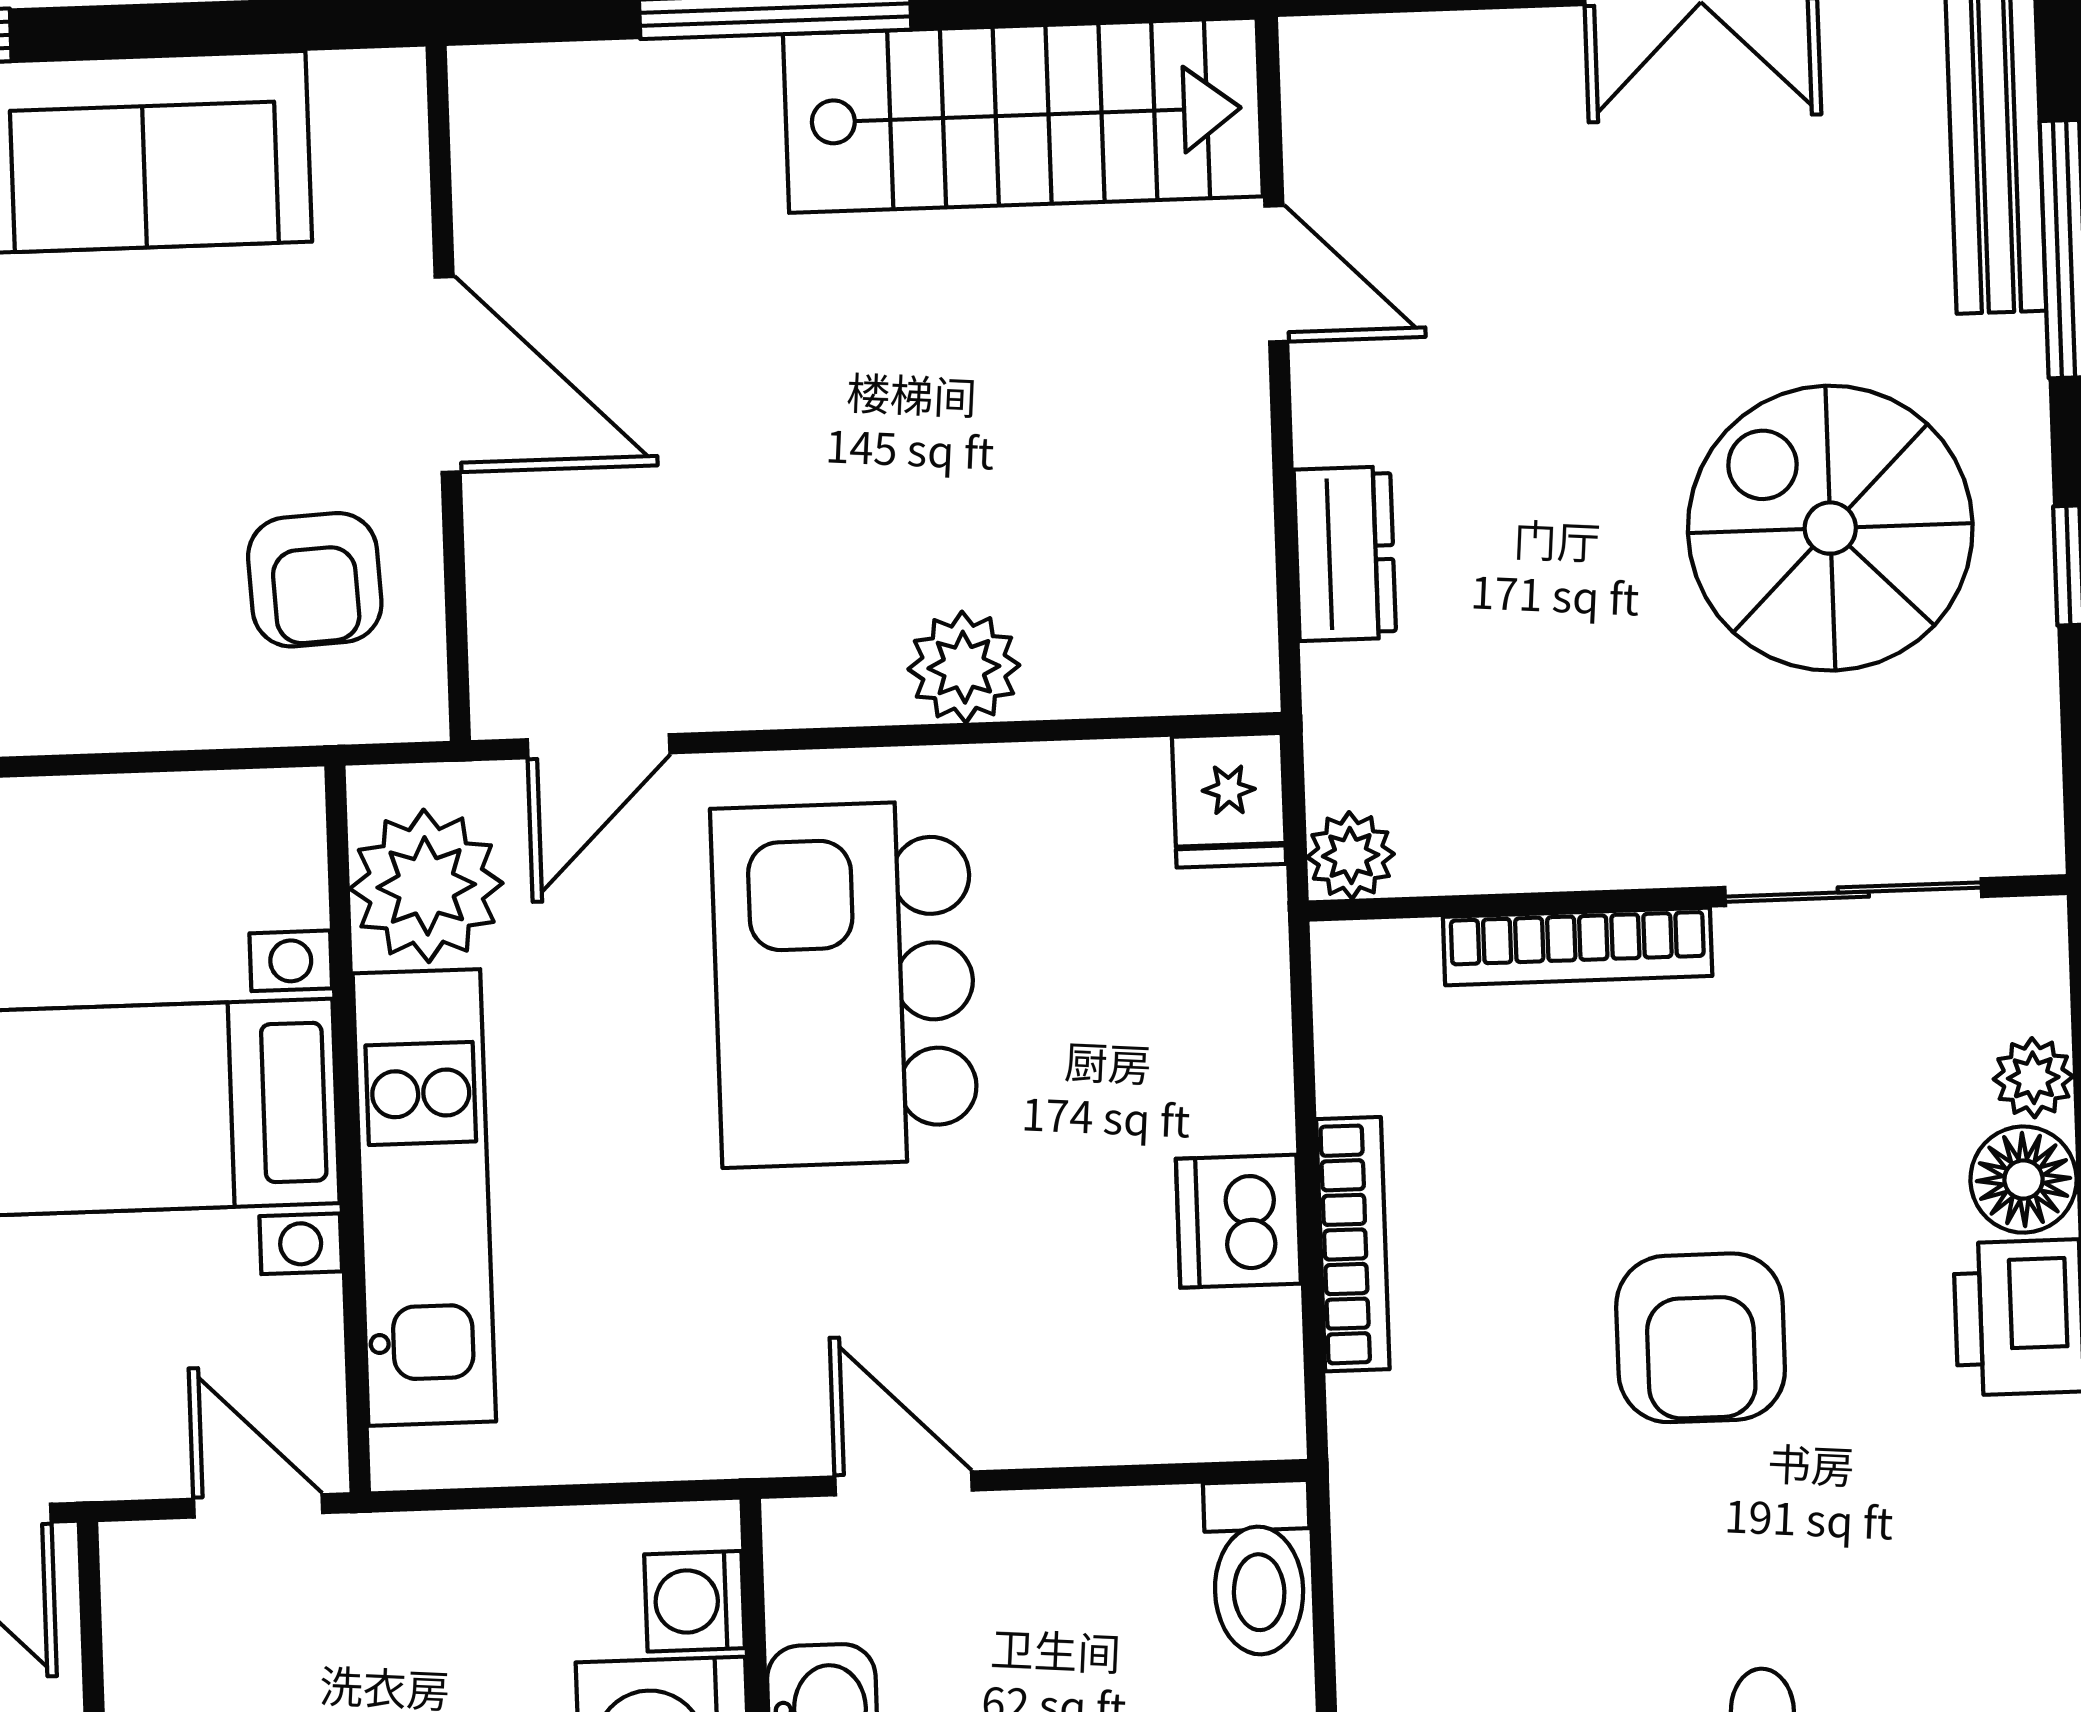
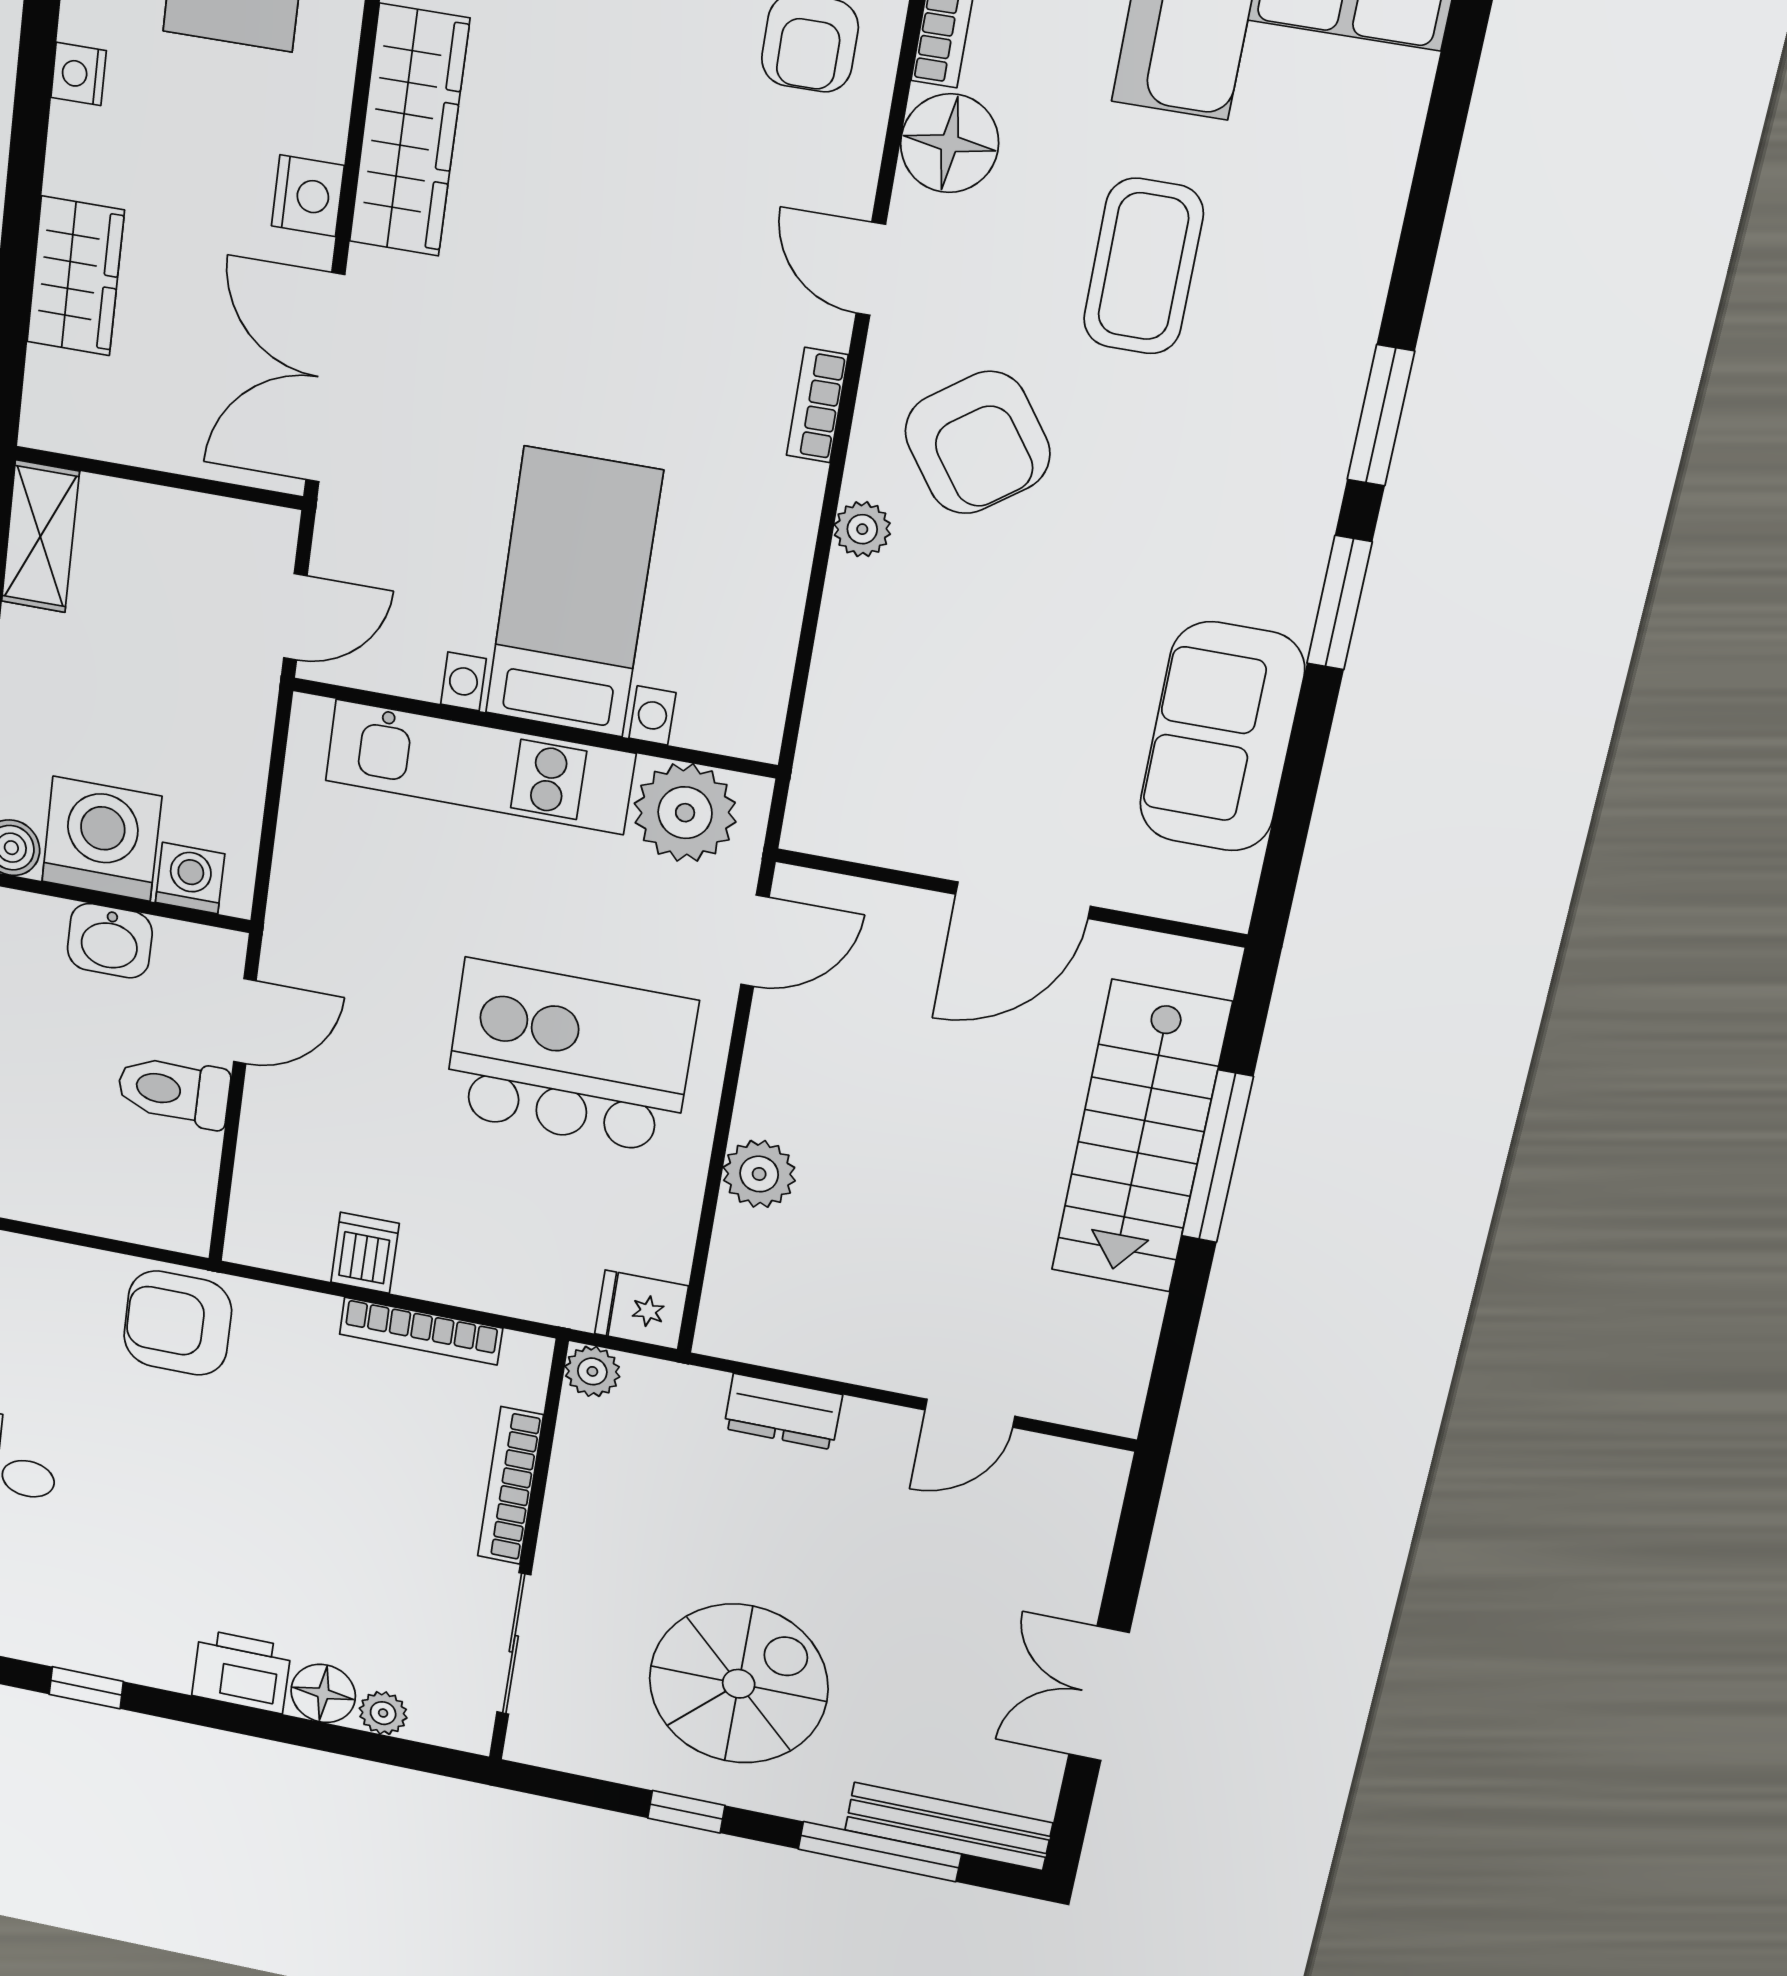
stairs: (1023, 115) -> (1141, 1137), moved
armchair: (315, 580) -> (904, 786), removed
door: (599, 746) -> (755, 941), swing flipped
dishwasher: (1238, 1221) -> (365, 1253), width x0.73
bookcase: (1353, 1244) -> (421, 1331), moved
armchair: (1701, 1338) -> (178, 1323), moved
toilet: (1258, 1568) -> (174, 1091), moved

